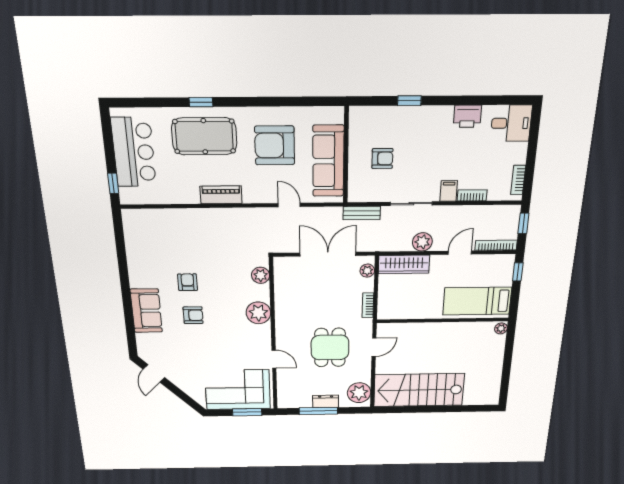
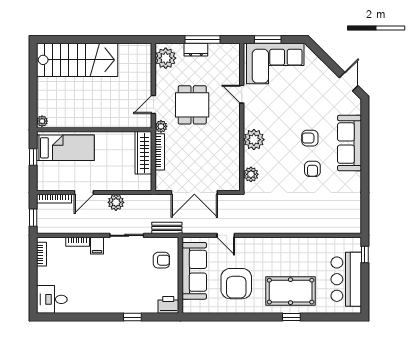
printer: (467, 116) -> (168, 305), moved
armchair: (275, 145) -> (236, 284), turned 90
armchair: (382, 158) -> (161, 260), moved, turned 180
piano: (221, 195) -> (280, 244), removed
wardrobe: (404, 264) -> (143, 153), moved, turned -90
plant: (367, 271) -> (161, 126), moved
window: (518, 272) -> (33, 157), moved
bookcase: (368, 305) -> (160, 152), width x1.56
sofa: (146, 311) -> (349, 143), width x1.36
stairs: (419, 390) -> (77, 60), moved

